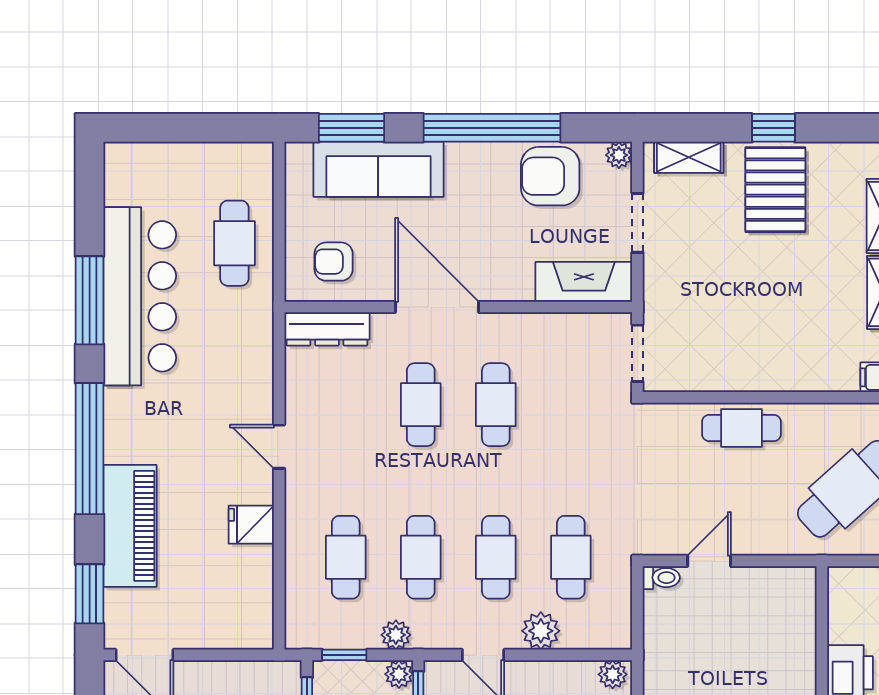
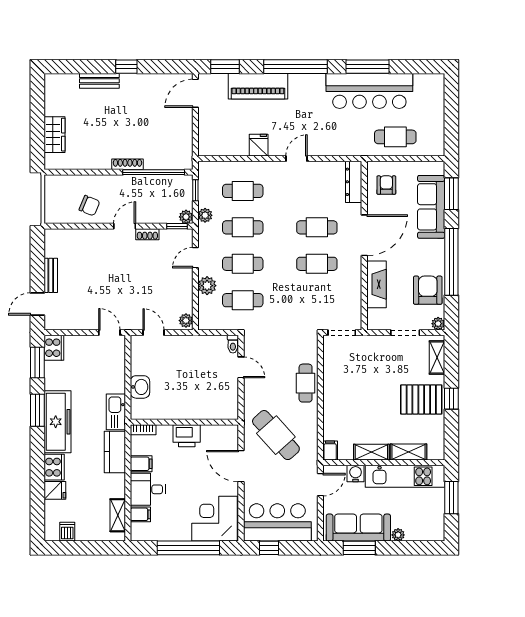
fireplace: (584, 282) -> (376, 284), moved

